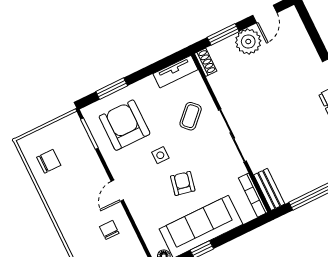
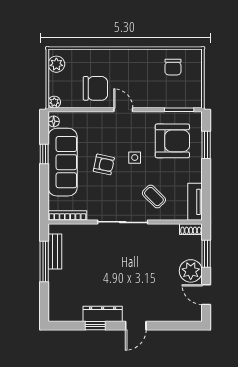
bench: (269, 189) -> (55, 251), moved, turned 90
chair: (109, 230) -> (95, 88), width x1.87, depth x1.87

